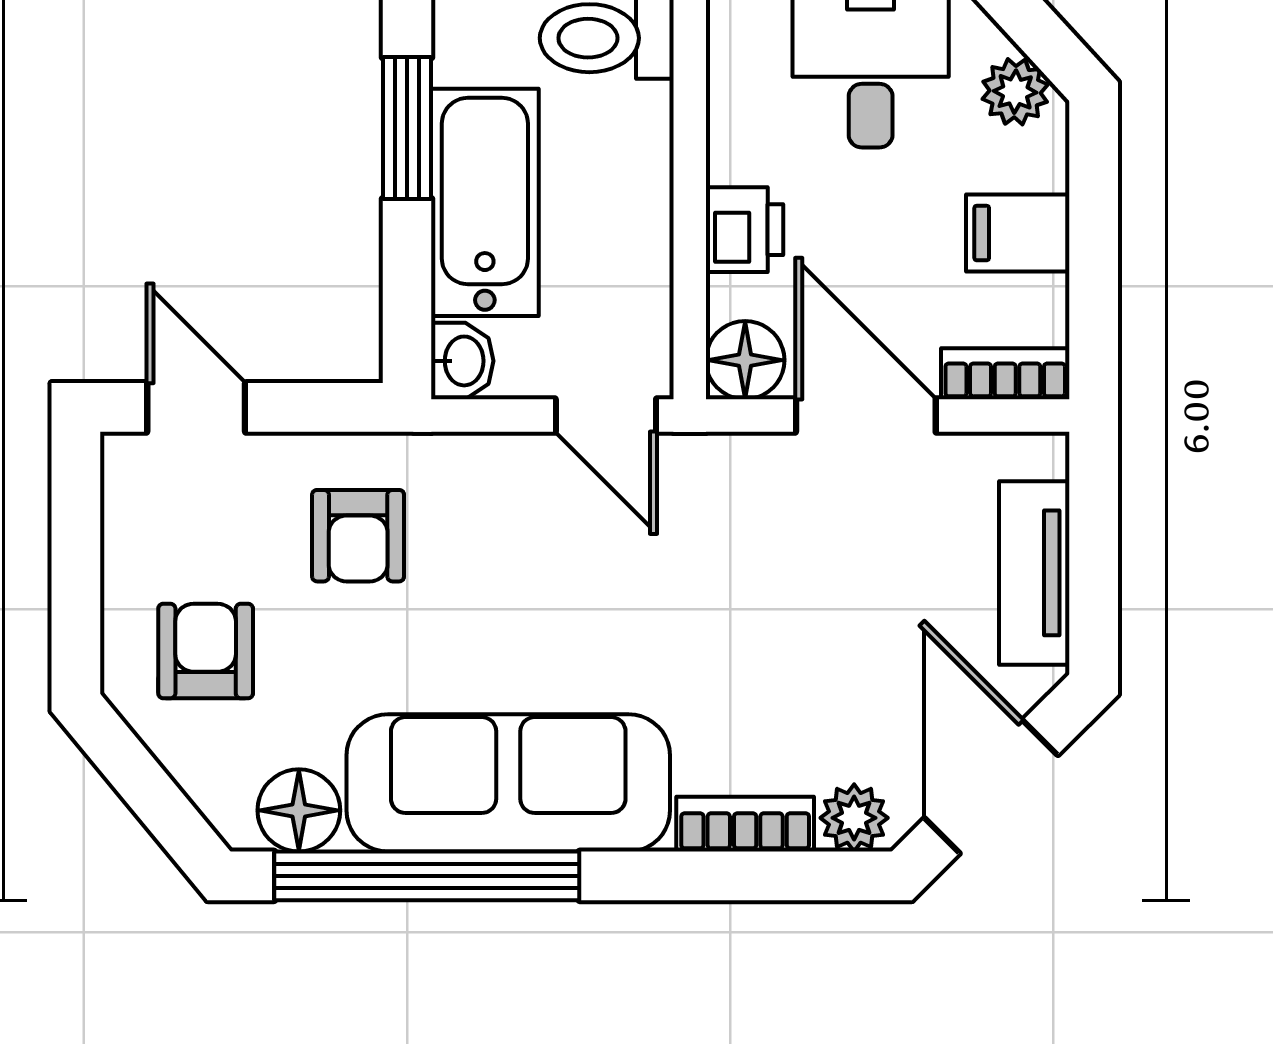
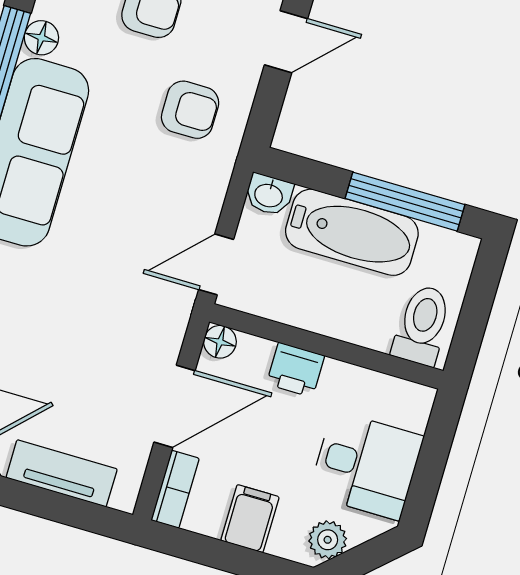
window: (407, 128) -> (405, 202), width x1.44
floor lamp: (745, 360) -> (220, 342), width x0.73, depth x0.73
armchair: (358, 536) -> (190, 110), turned 180
floor lamp: (299, 810) -> (41, 38), width x0.73, depth x0.73

